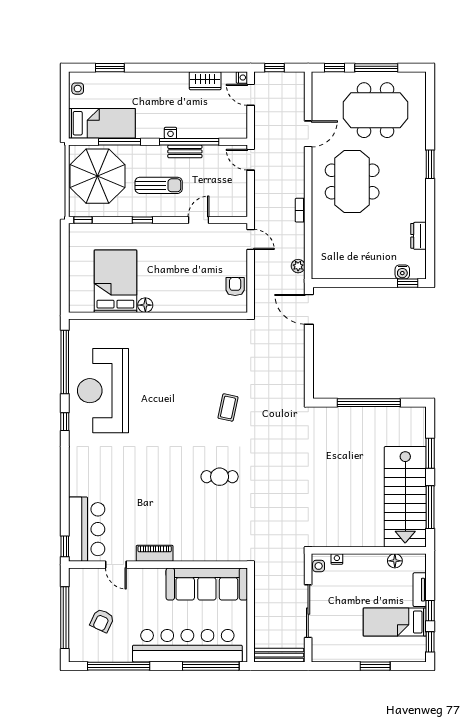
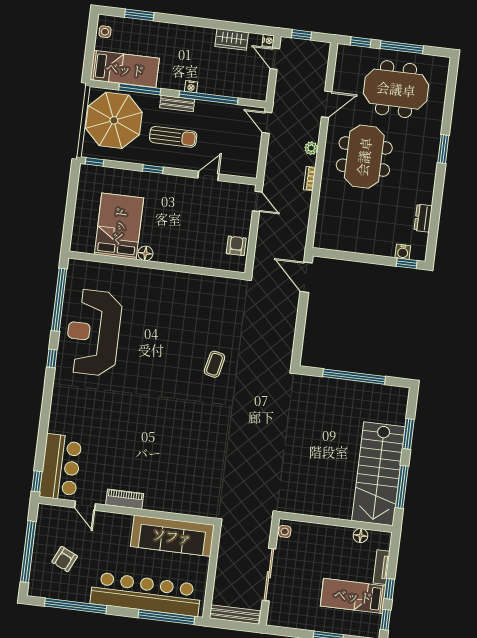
bench: (185, 151) -> (177, 103), moved
plant: (298, 266) -> (311, 148), moved
cafe table: (220, 477) -> (198, 431), removed
nightstand: (337, 559) -> (304, 527), removed

